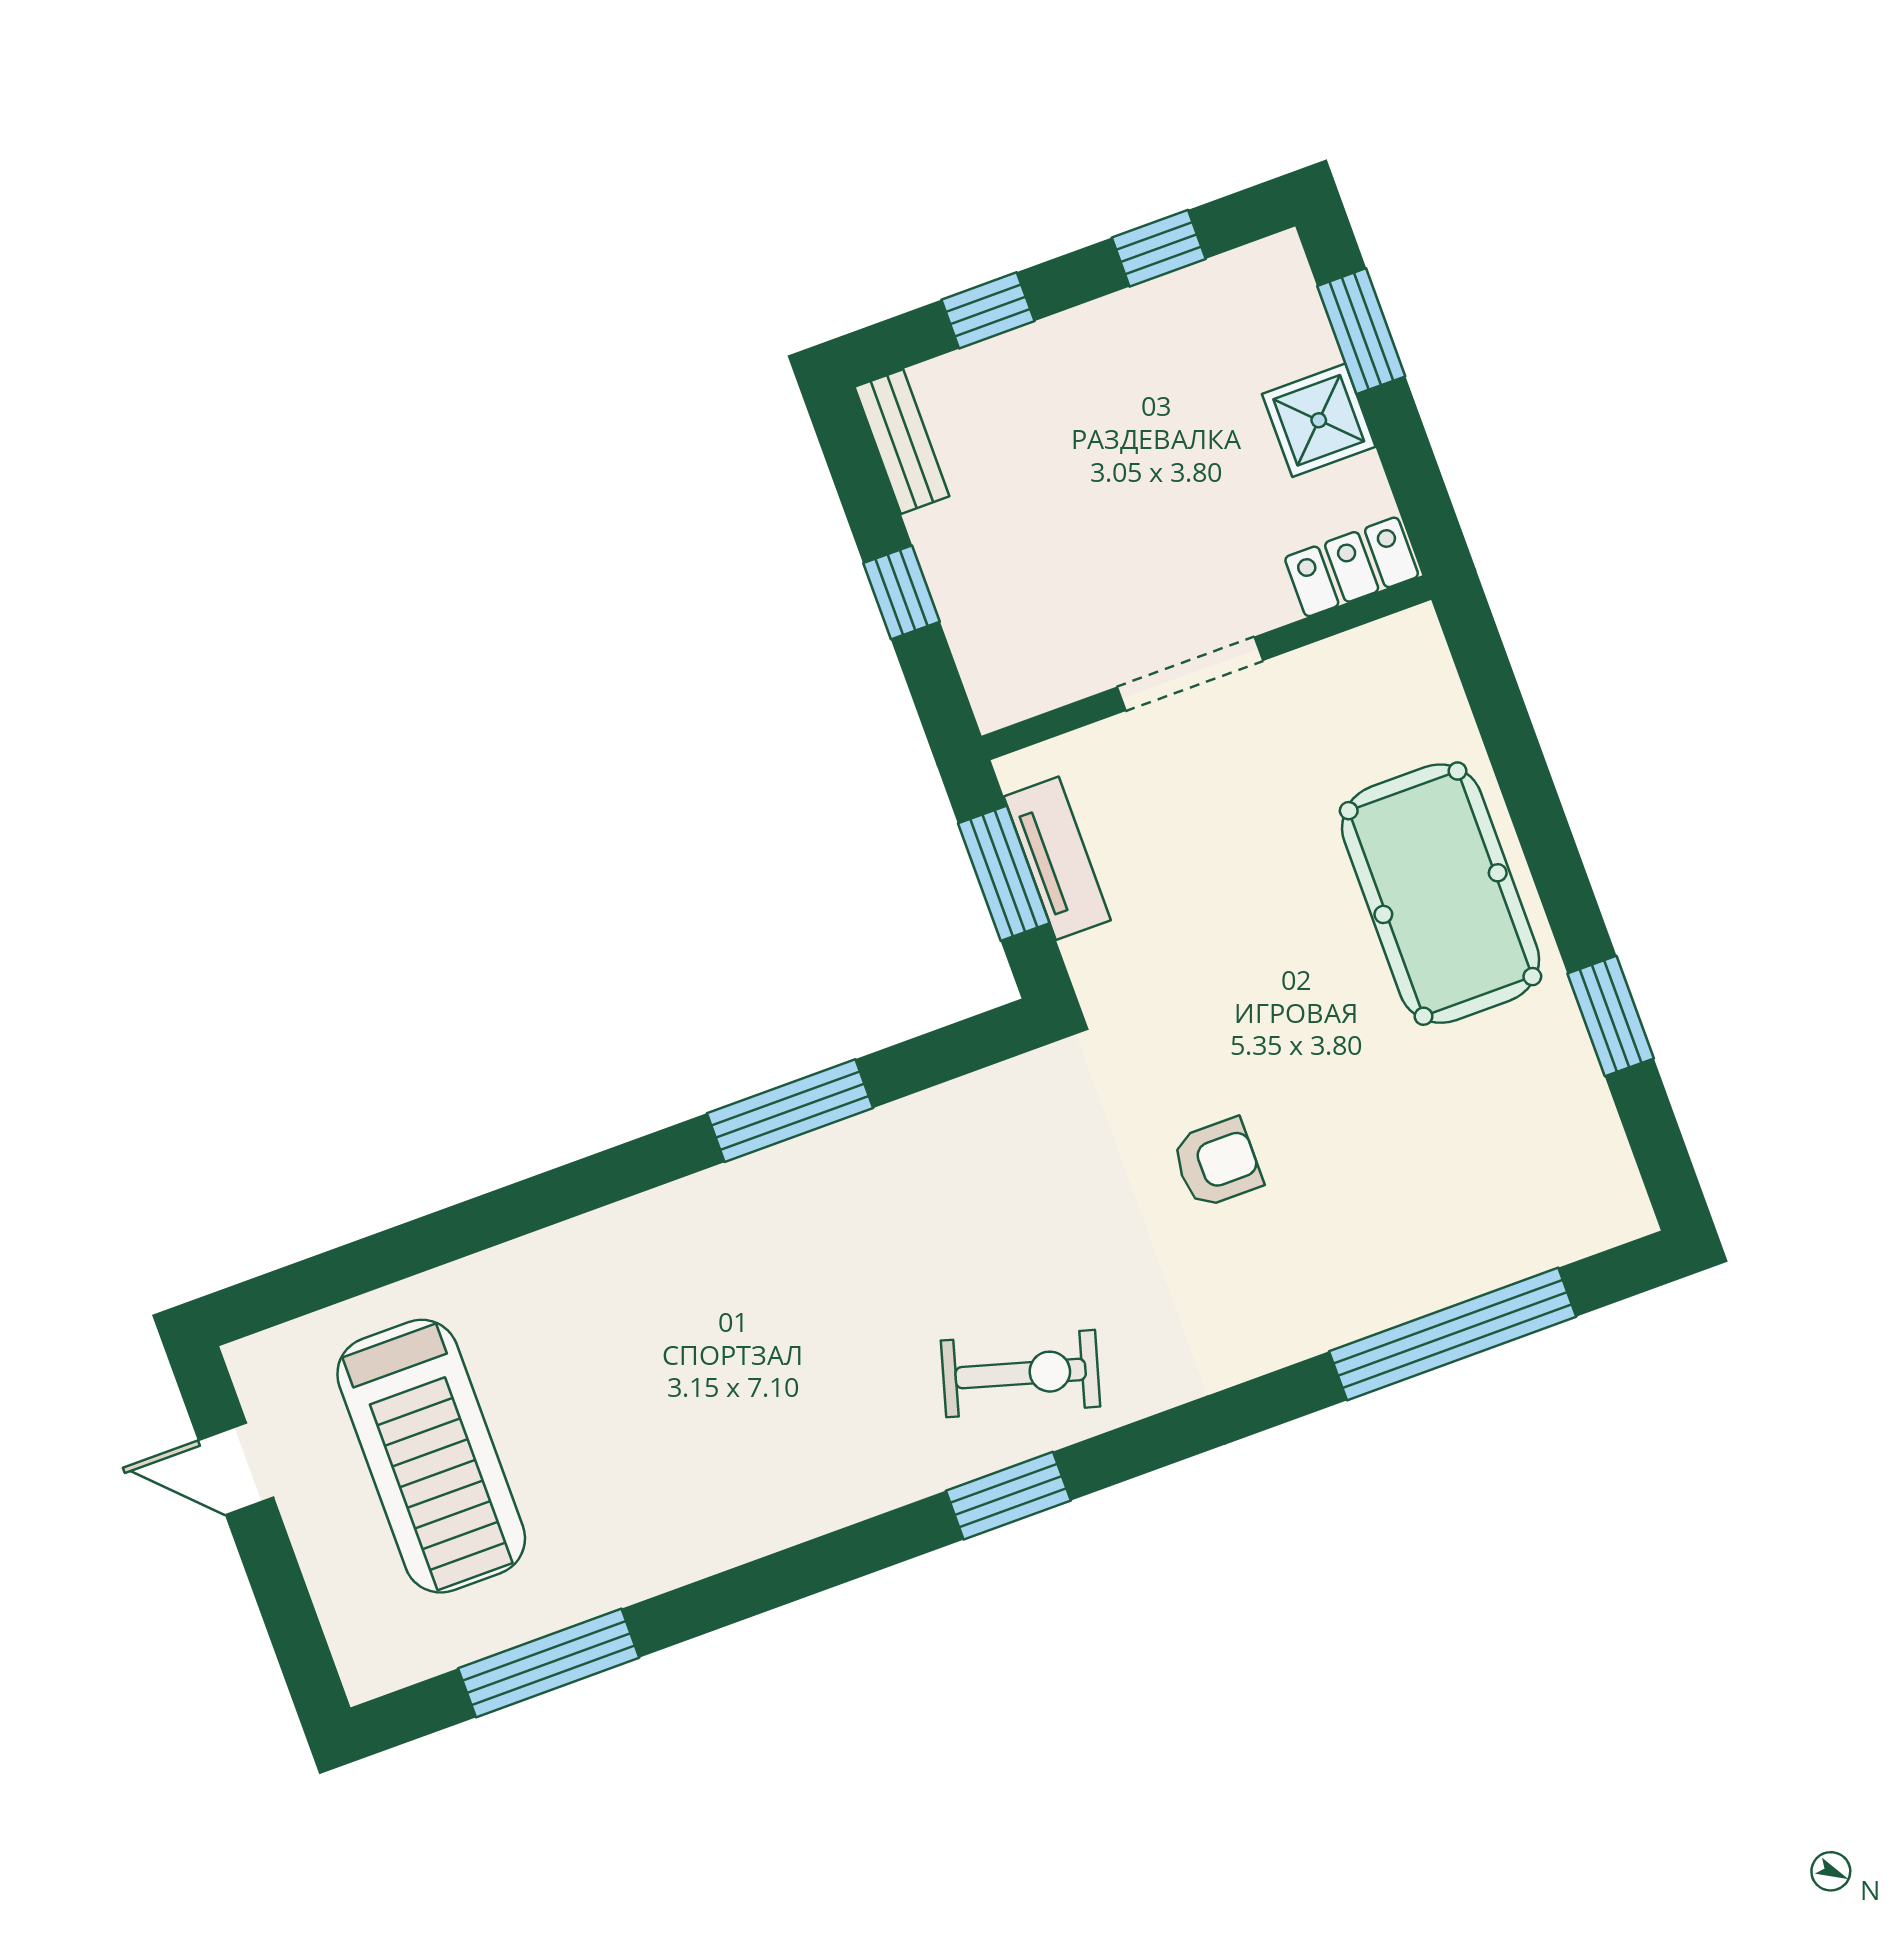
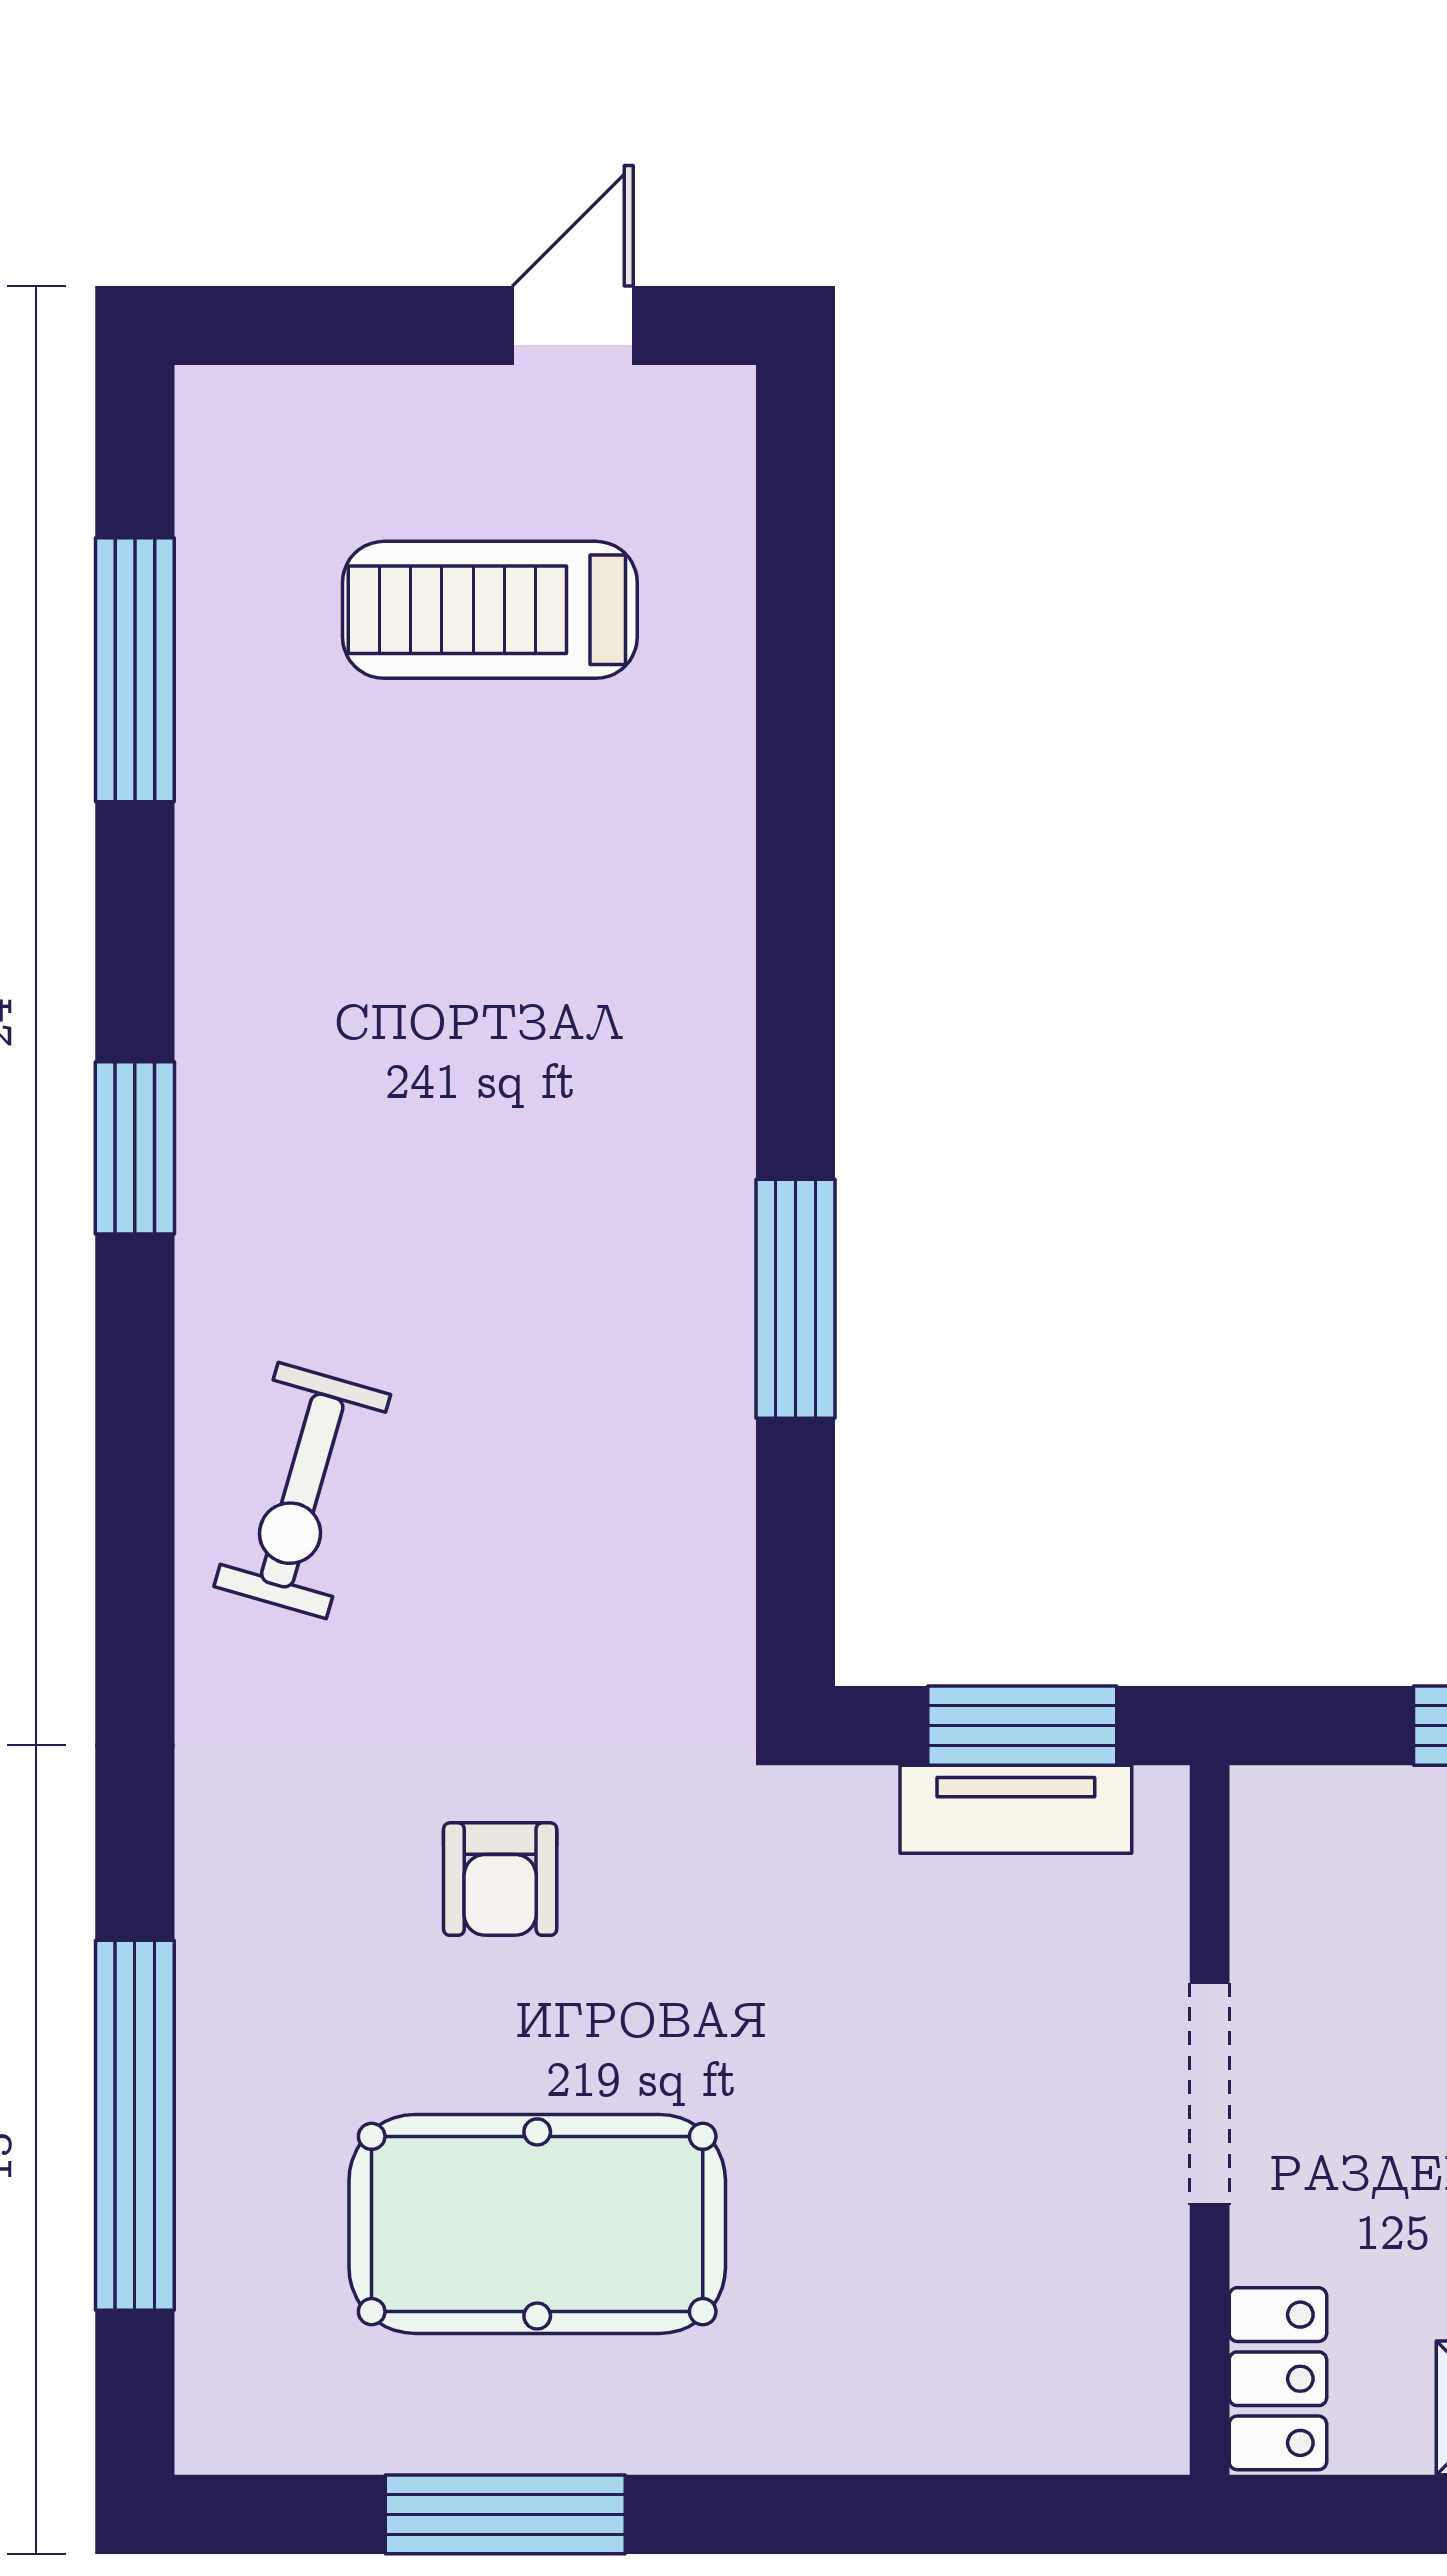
pool table: (1441, 894) -> (537, 2224), moved
window: (1611, 1016) -> (505, 2514), width x1.44
treadmill: (431, 1456) -> (490, 610), width x0.73, depth x0.73
window: (1008, 1496) -> (135, 1148), moved

